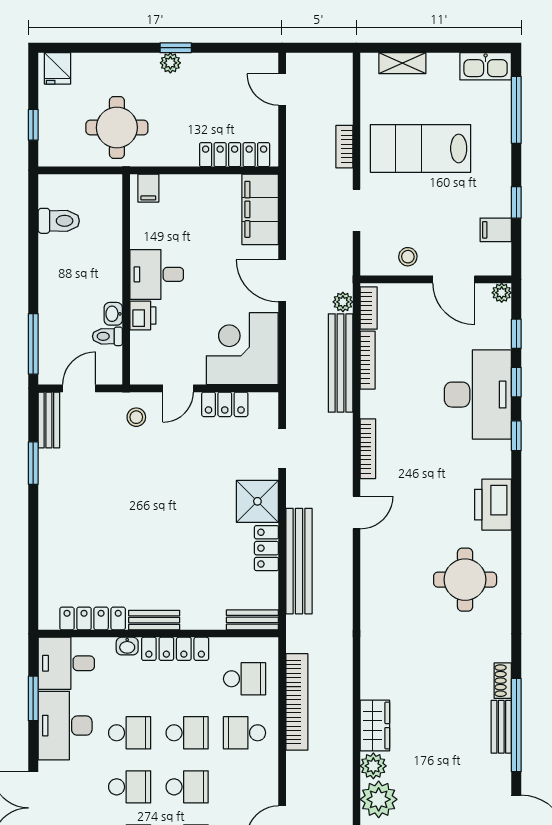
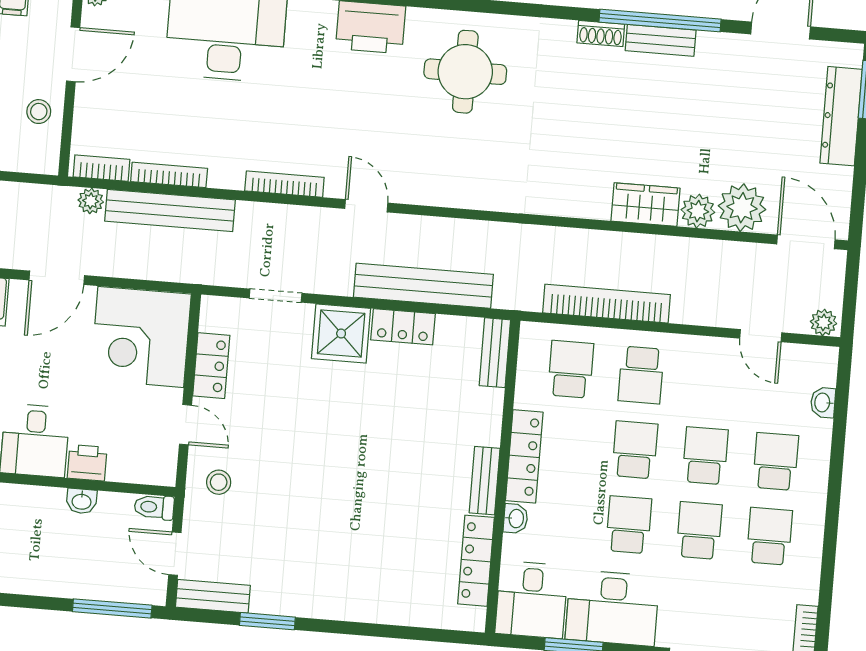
toilet: (107, 336) -> (154, 507), moved, turned 90

